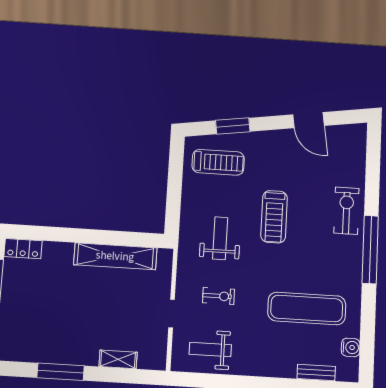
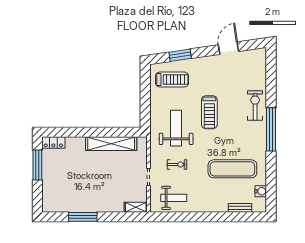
door: (308, 120) -> (228, 48), swing flipped
weight bench: (220, 238) -> (176, 128), width x1.36, depth x1.33
weight bench: (210, 350) -> (174, 198), turned 180
shelving: (118, 359) -> (136, 207), moved

